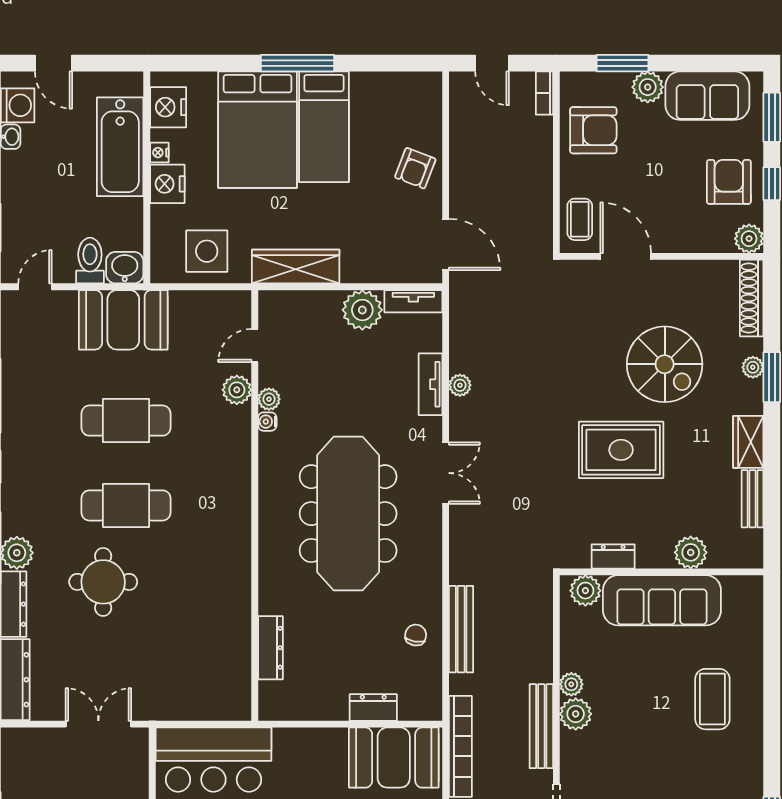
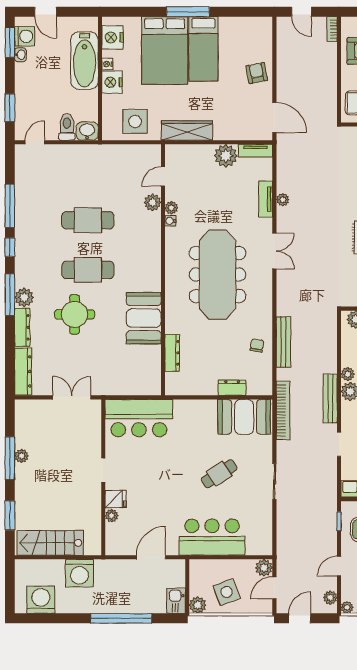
armchair: (415, 168) -> (257, 73), turned 148
booth: (123, 320) -> (144, 318), moved, turned 90

